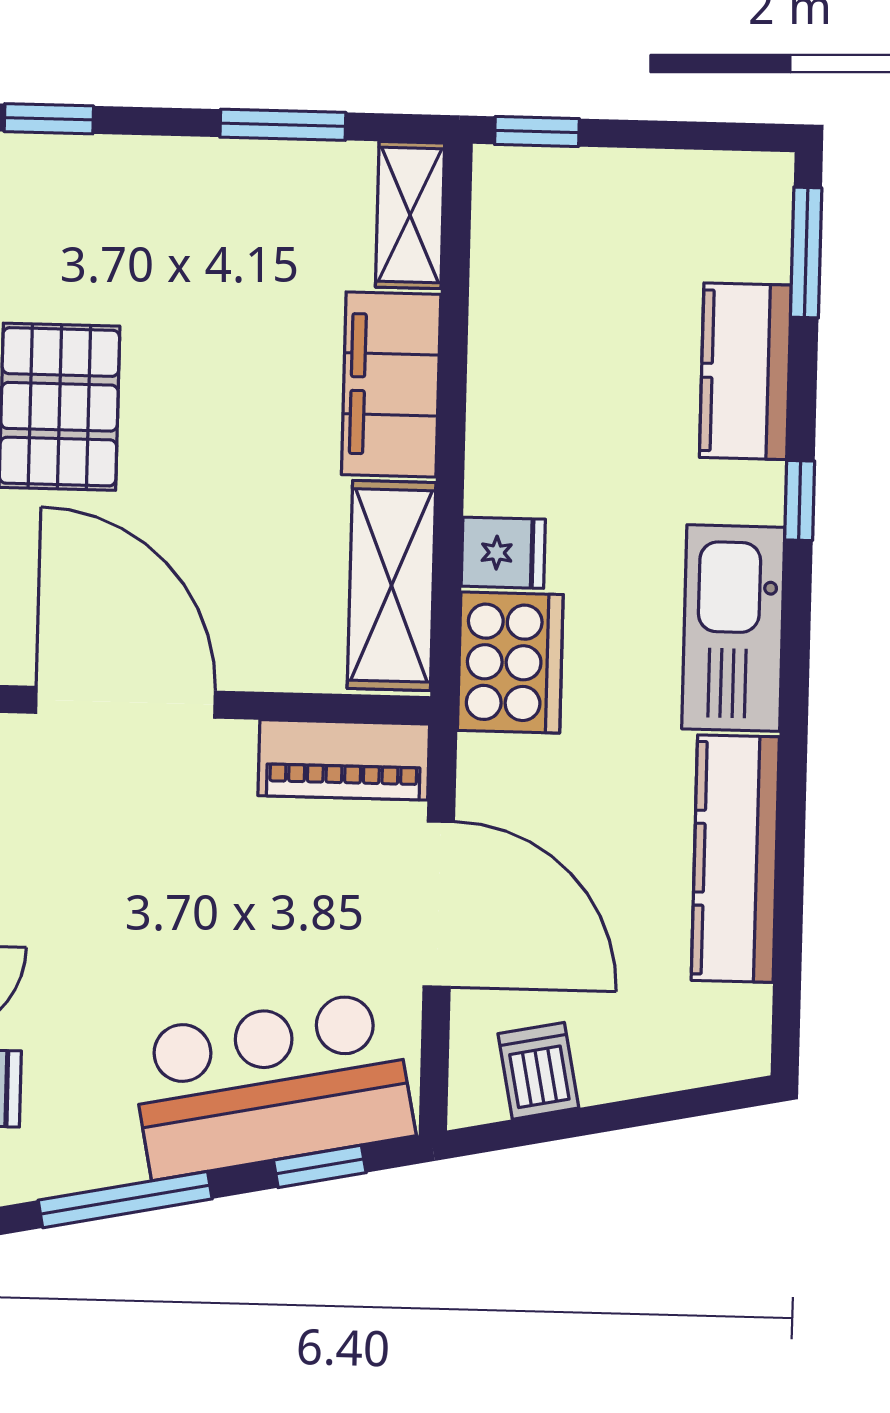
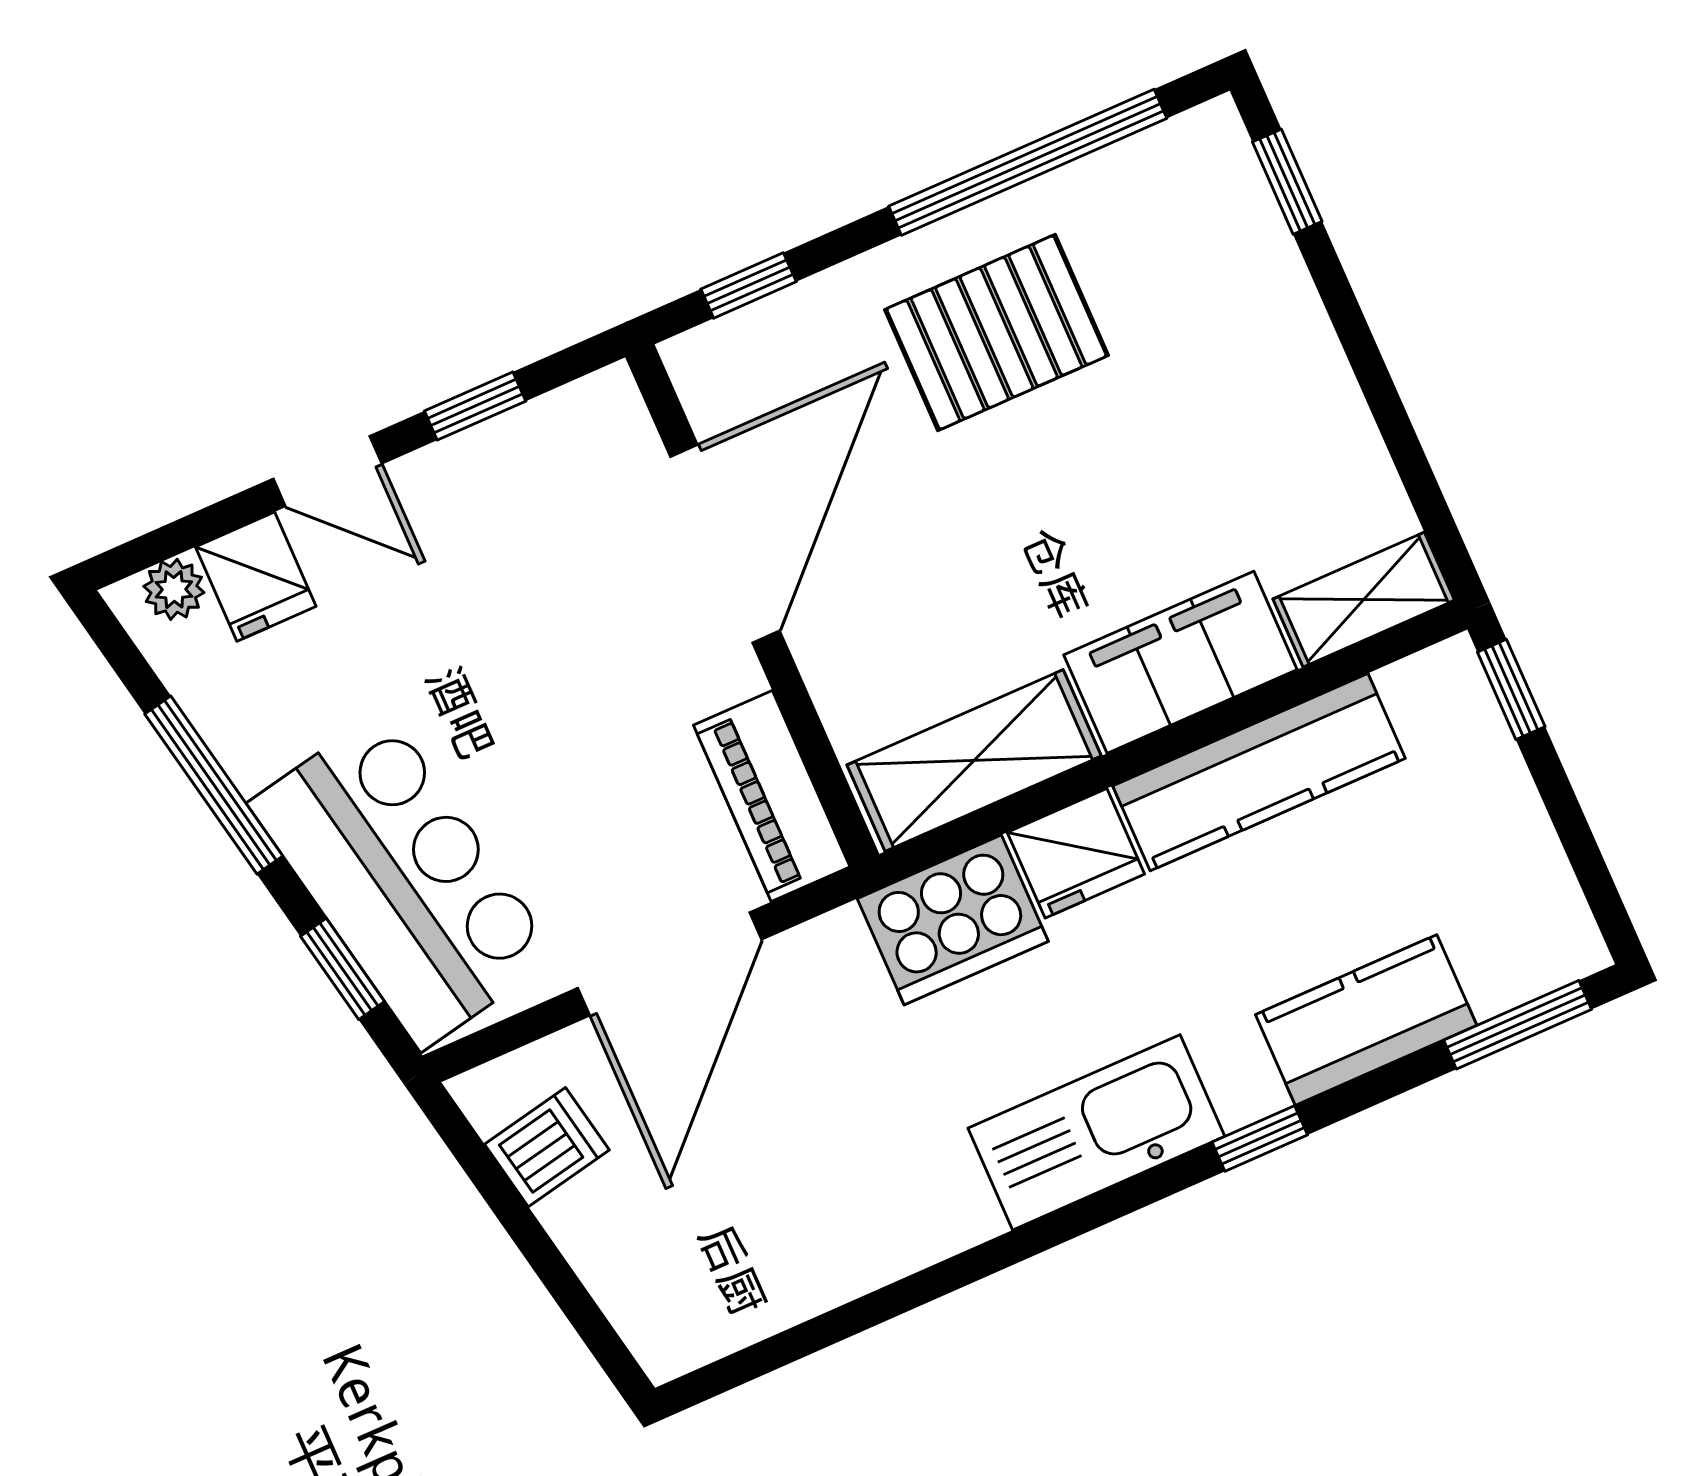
window: (283, 125) -> (1395, 425), removed
fridge: (503, 553) -> (1076, 853), width x1.38
kitchen counter: (735, 859) -> (1259, 772), moved, turned 180

